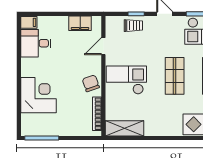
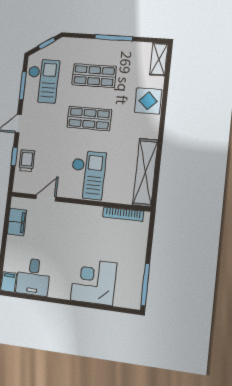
door: (103, 46) -> (46, 198), swing flipped
checkout: (126, 80) -> (88, 175), turned 180
chair: (91, 83) -> (87, 217), removed
shelving: (124, 128) -> (145, 172), width x1.47

